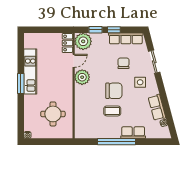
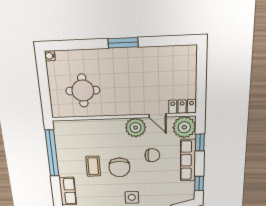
window: (114, 30) -> (199, 184), moved
row of seats: (126, 38) -> (188, 160), moved
chair: (123, 63) -> (152, 155), moved
kitchen unit: (30, 71) -> (141, 56), removed
window: (116, 142) -> (52, 153), moved

